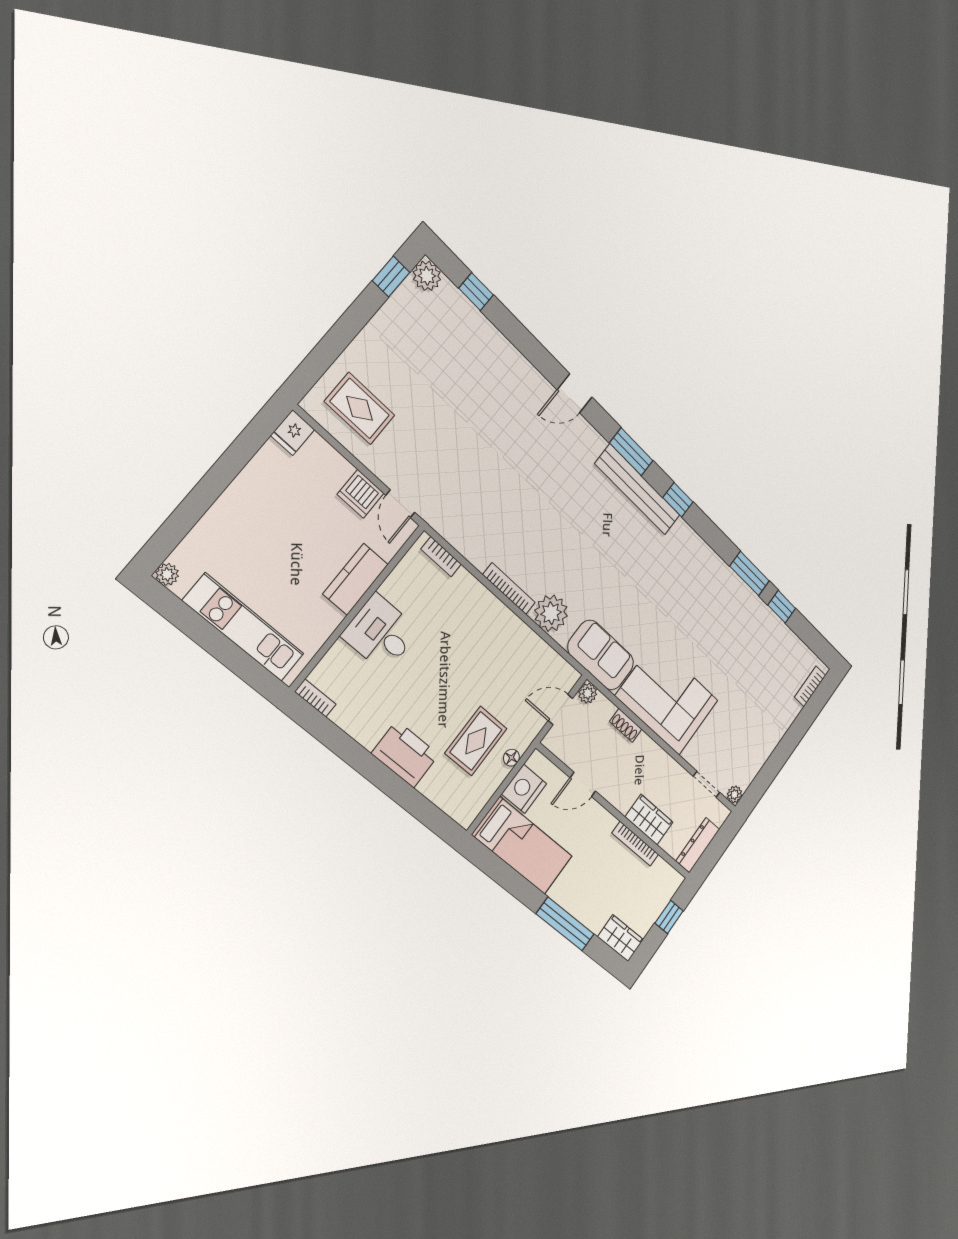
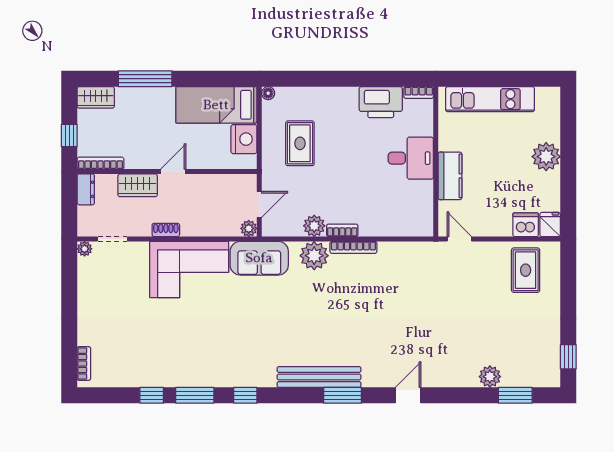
plant: (427, 276) -> (490, 377), moved
window: (476, 292) -> (515, 395), width x1.50
rug: (360, 408) -> (526, 270), turned 90
dishwasher: (361, 494) -> (526, 225), moved
window: (678, 500) -> (245, 395), moved
bookcase: (441, 557) -> (342, 230), moved
plant: (167, 574) -> (546, 157), moved, width x1.87, depth x1.87
plant: (528, 643) -> (314, 226), added
shoe rack: (626, 725) -> (166, 230), moved
printer: (405, 754) -> (381, 102), moved
floor lamp: (511, 758) -> (268, 93), moved
door: (583, 784) -> (173, 172), moved
bookcase: (635, 844) -> (101, 163), moved
dresser: (698, 845) -> (86, 189), width x0.70

